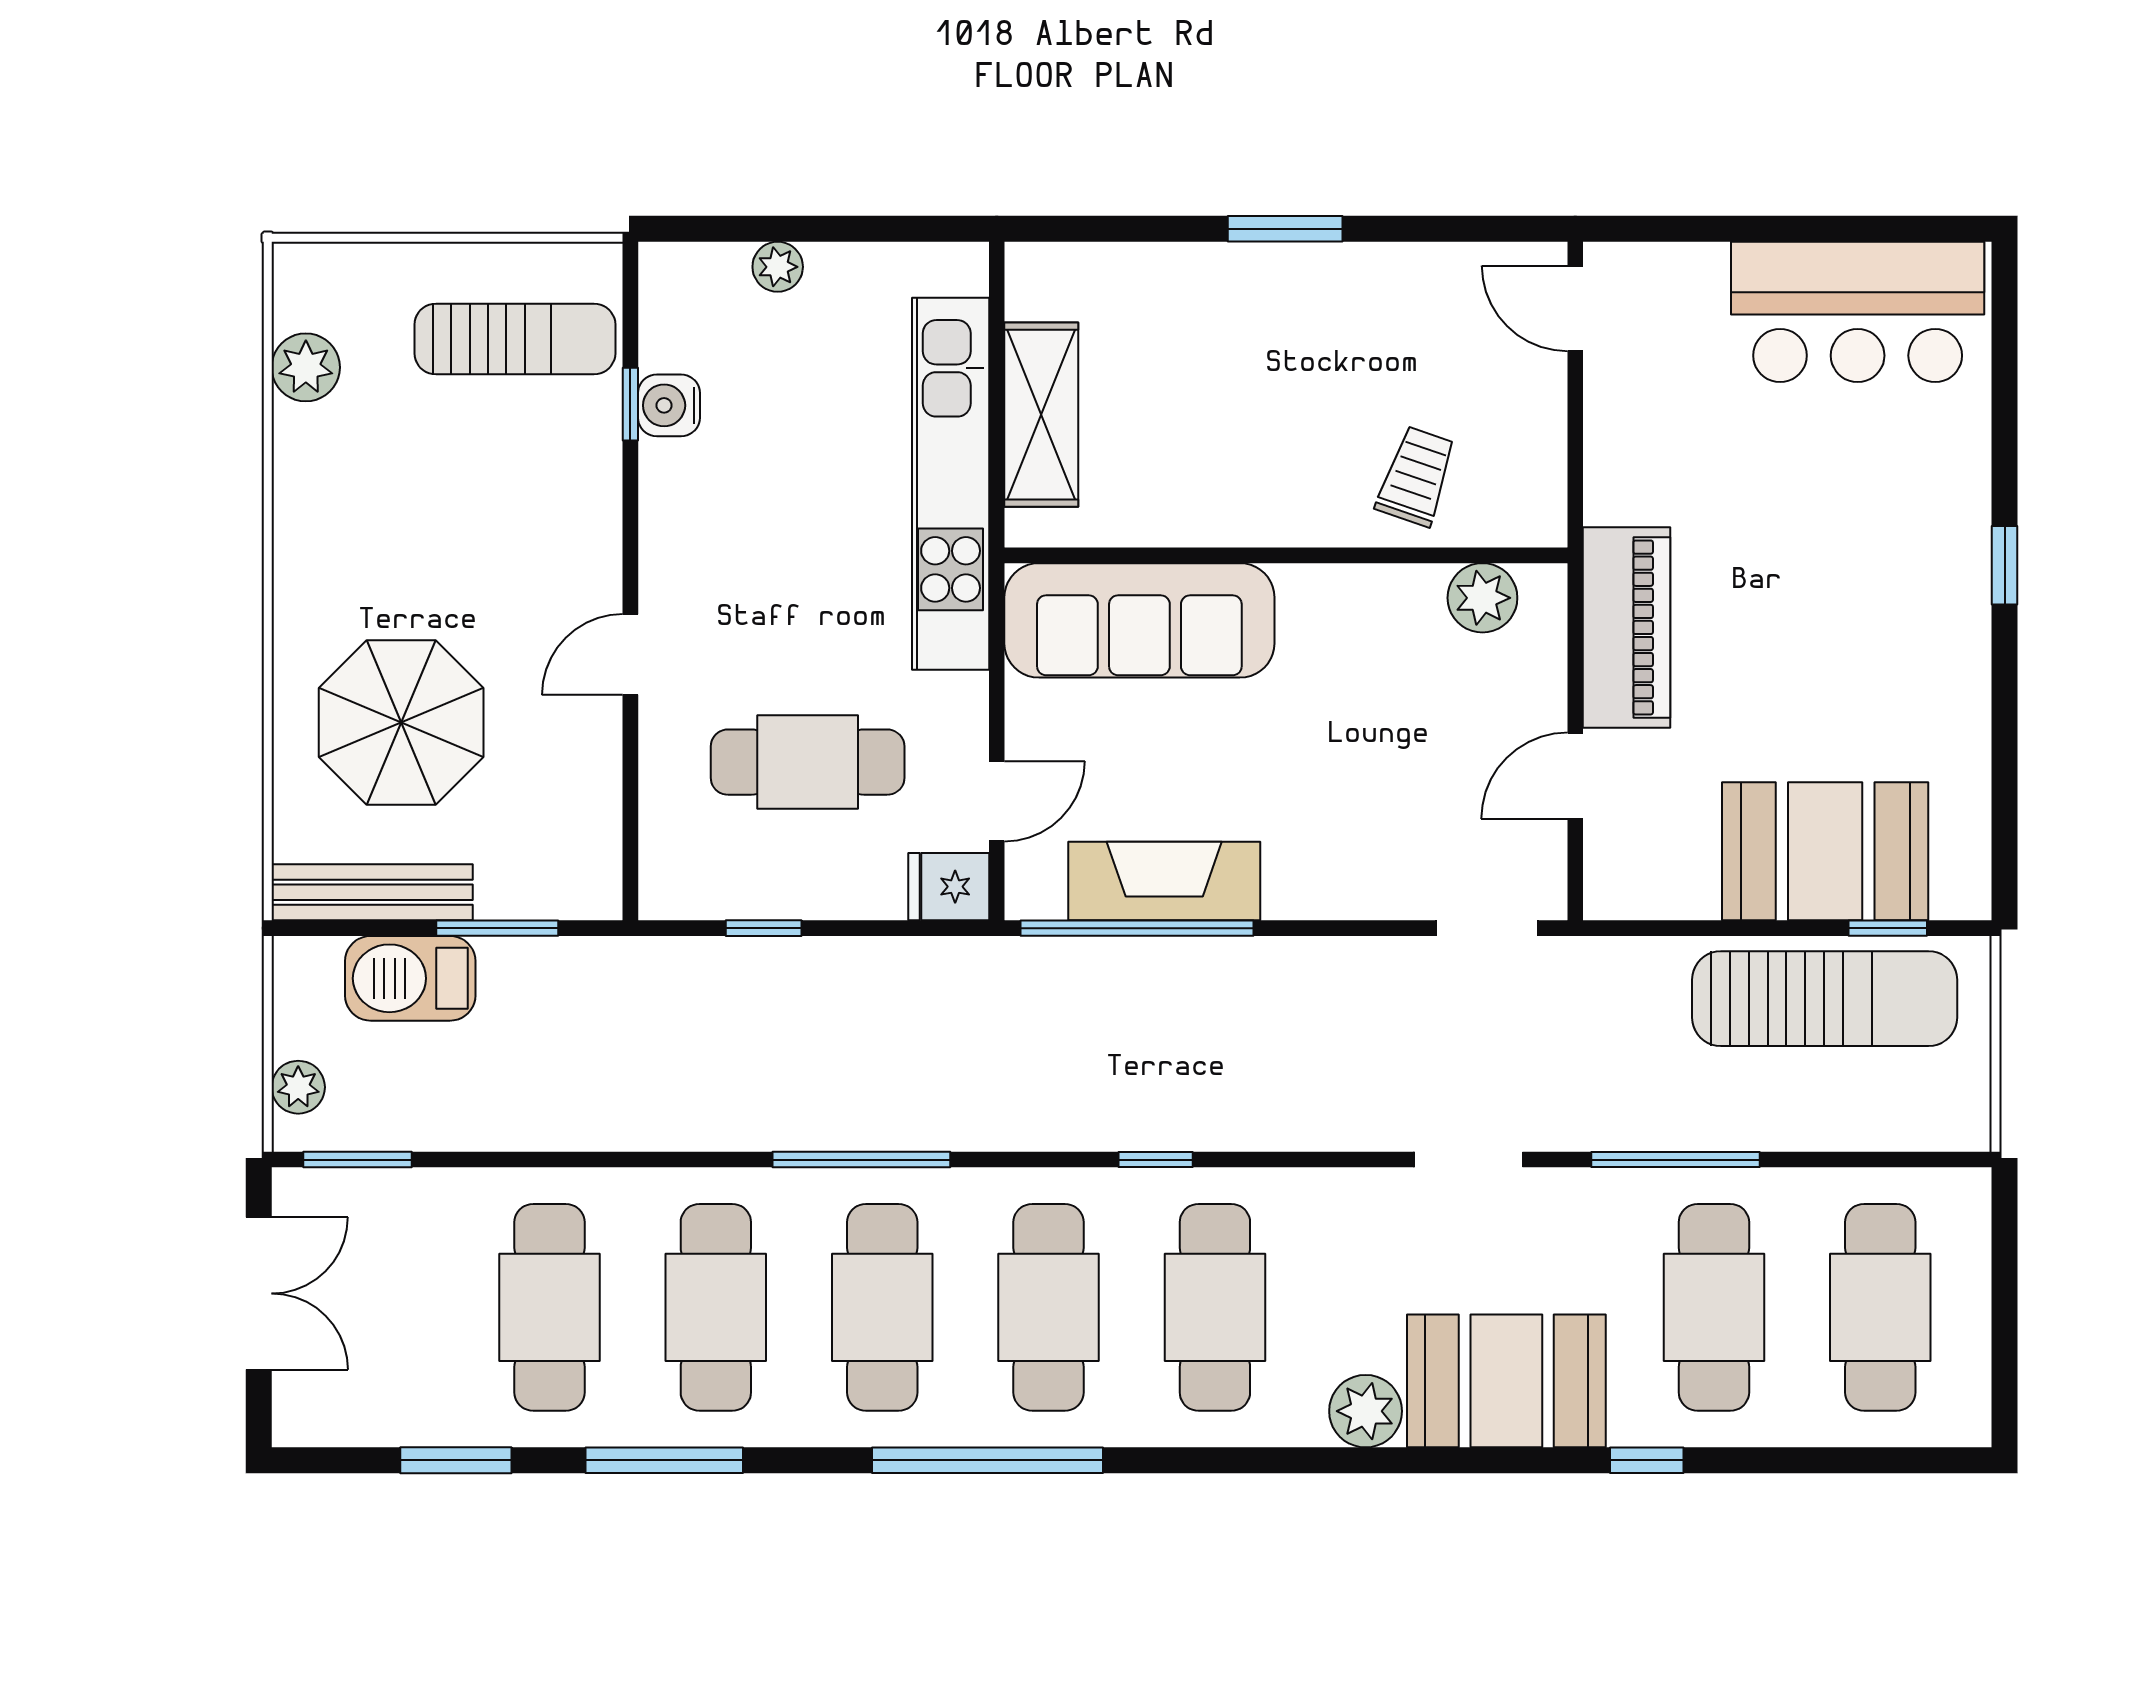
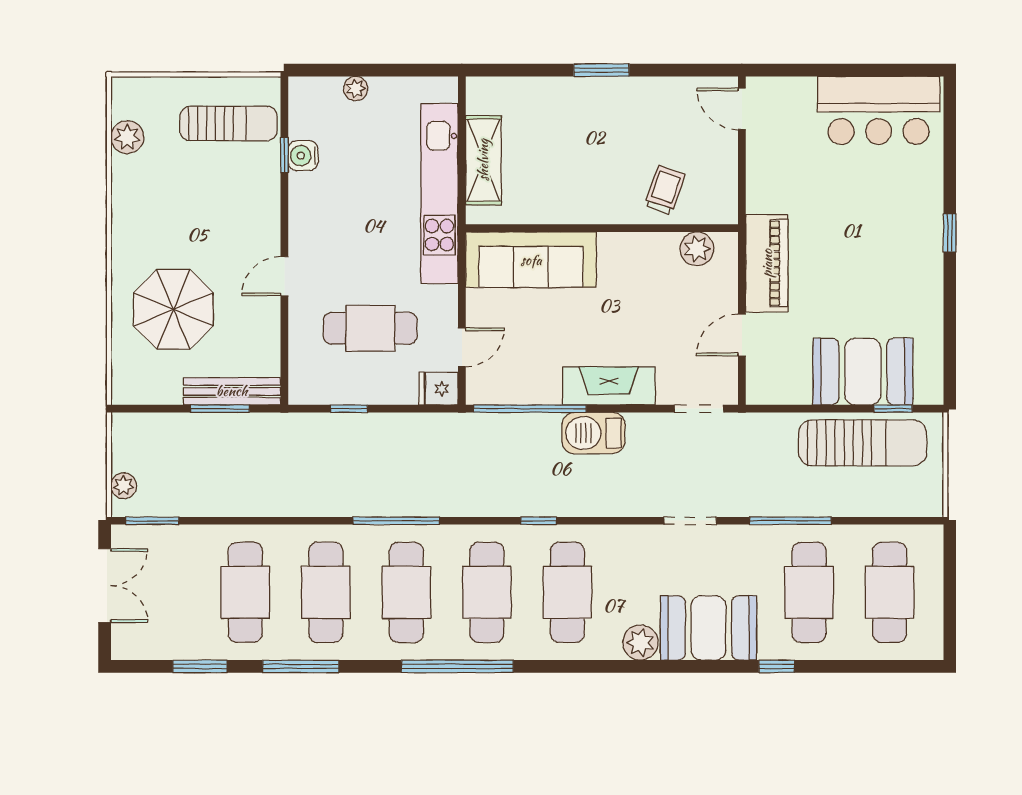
fireplace: (1164, 881) -> (609, 386), moved
bench: (372, 892) -> (232, 391), moved
barbecue: (410, 978) -> (593, 433), moved

